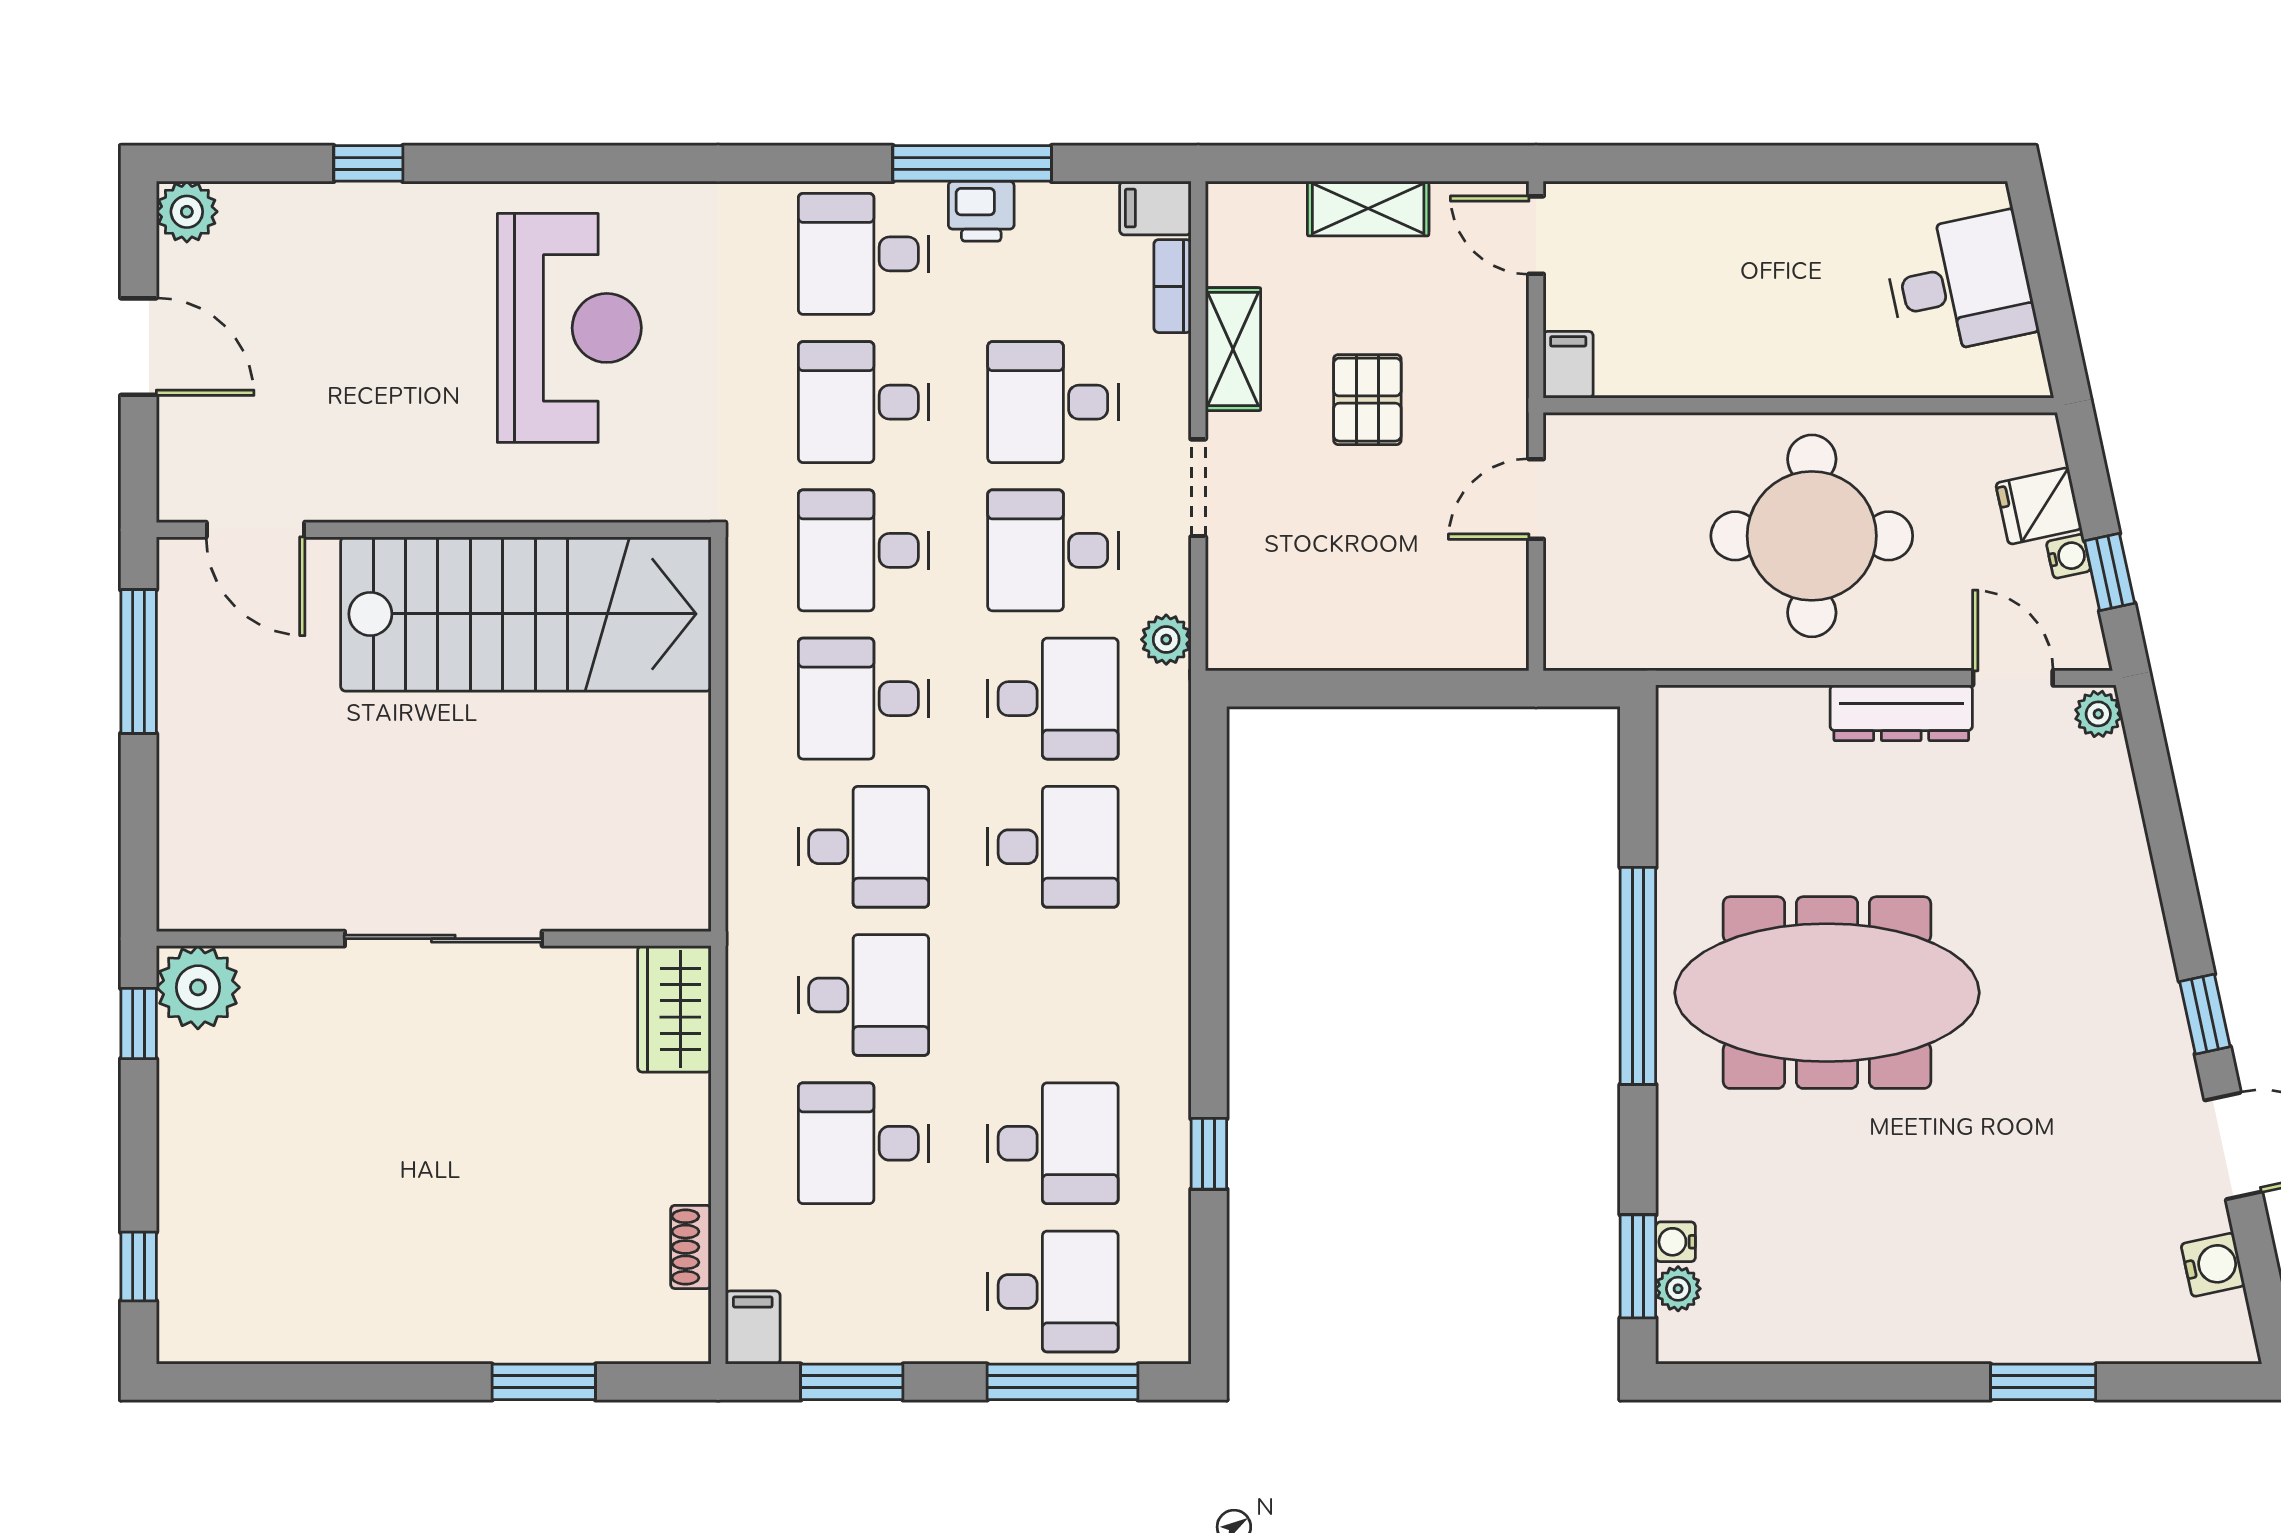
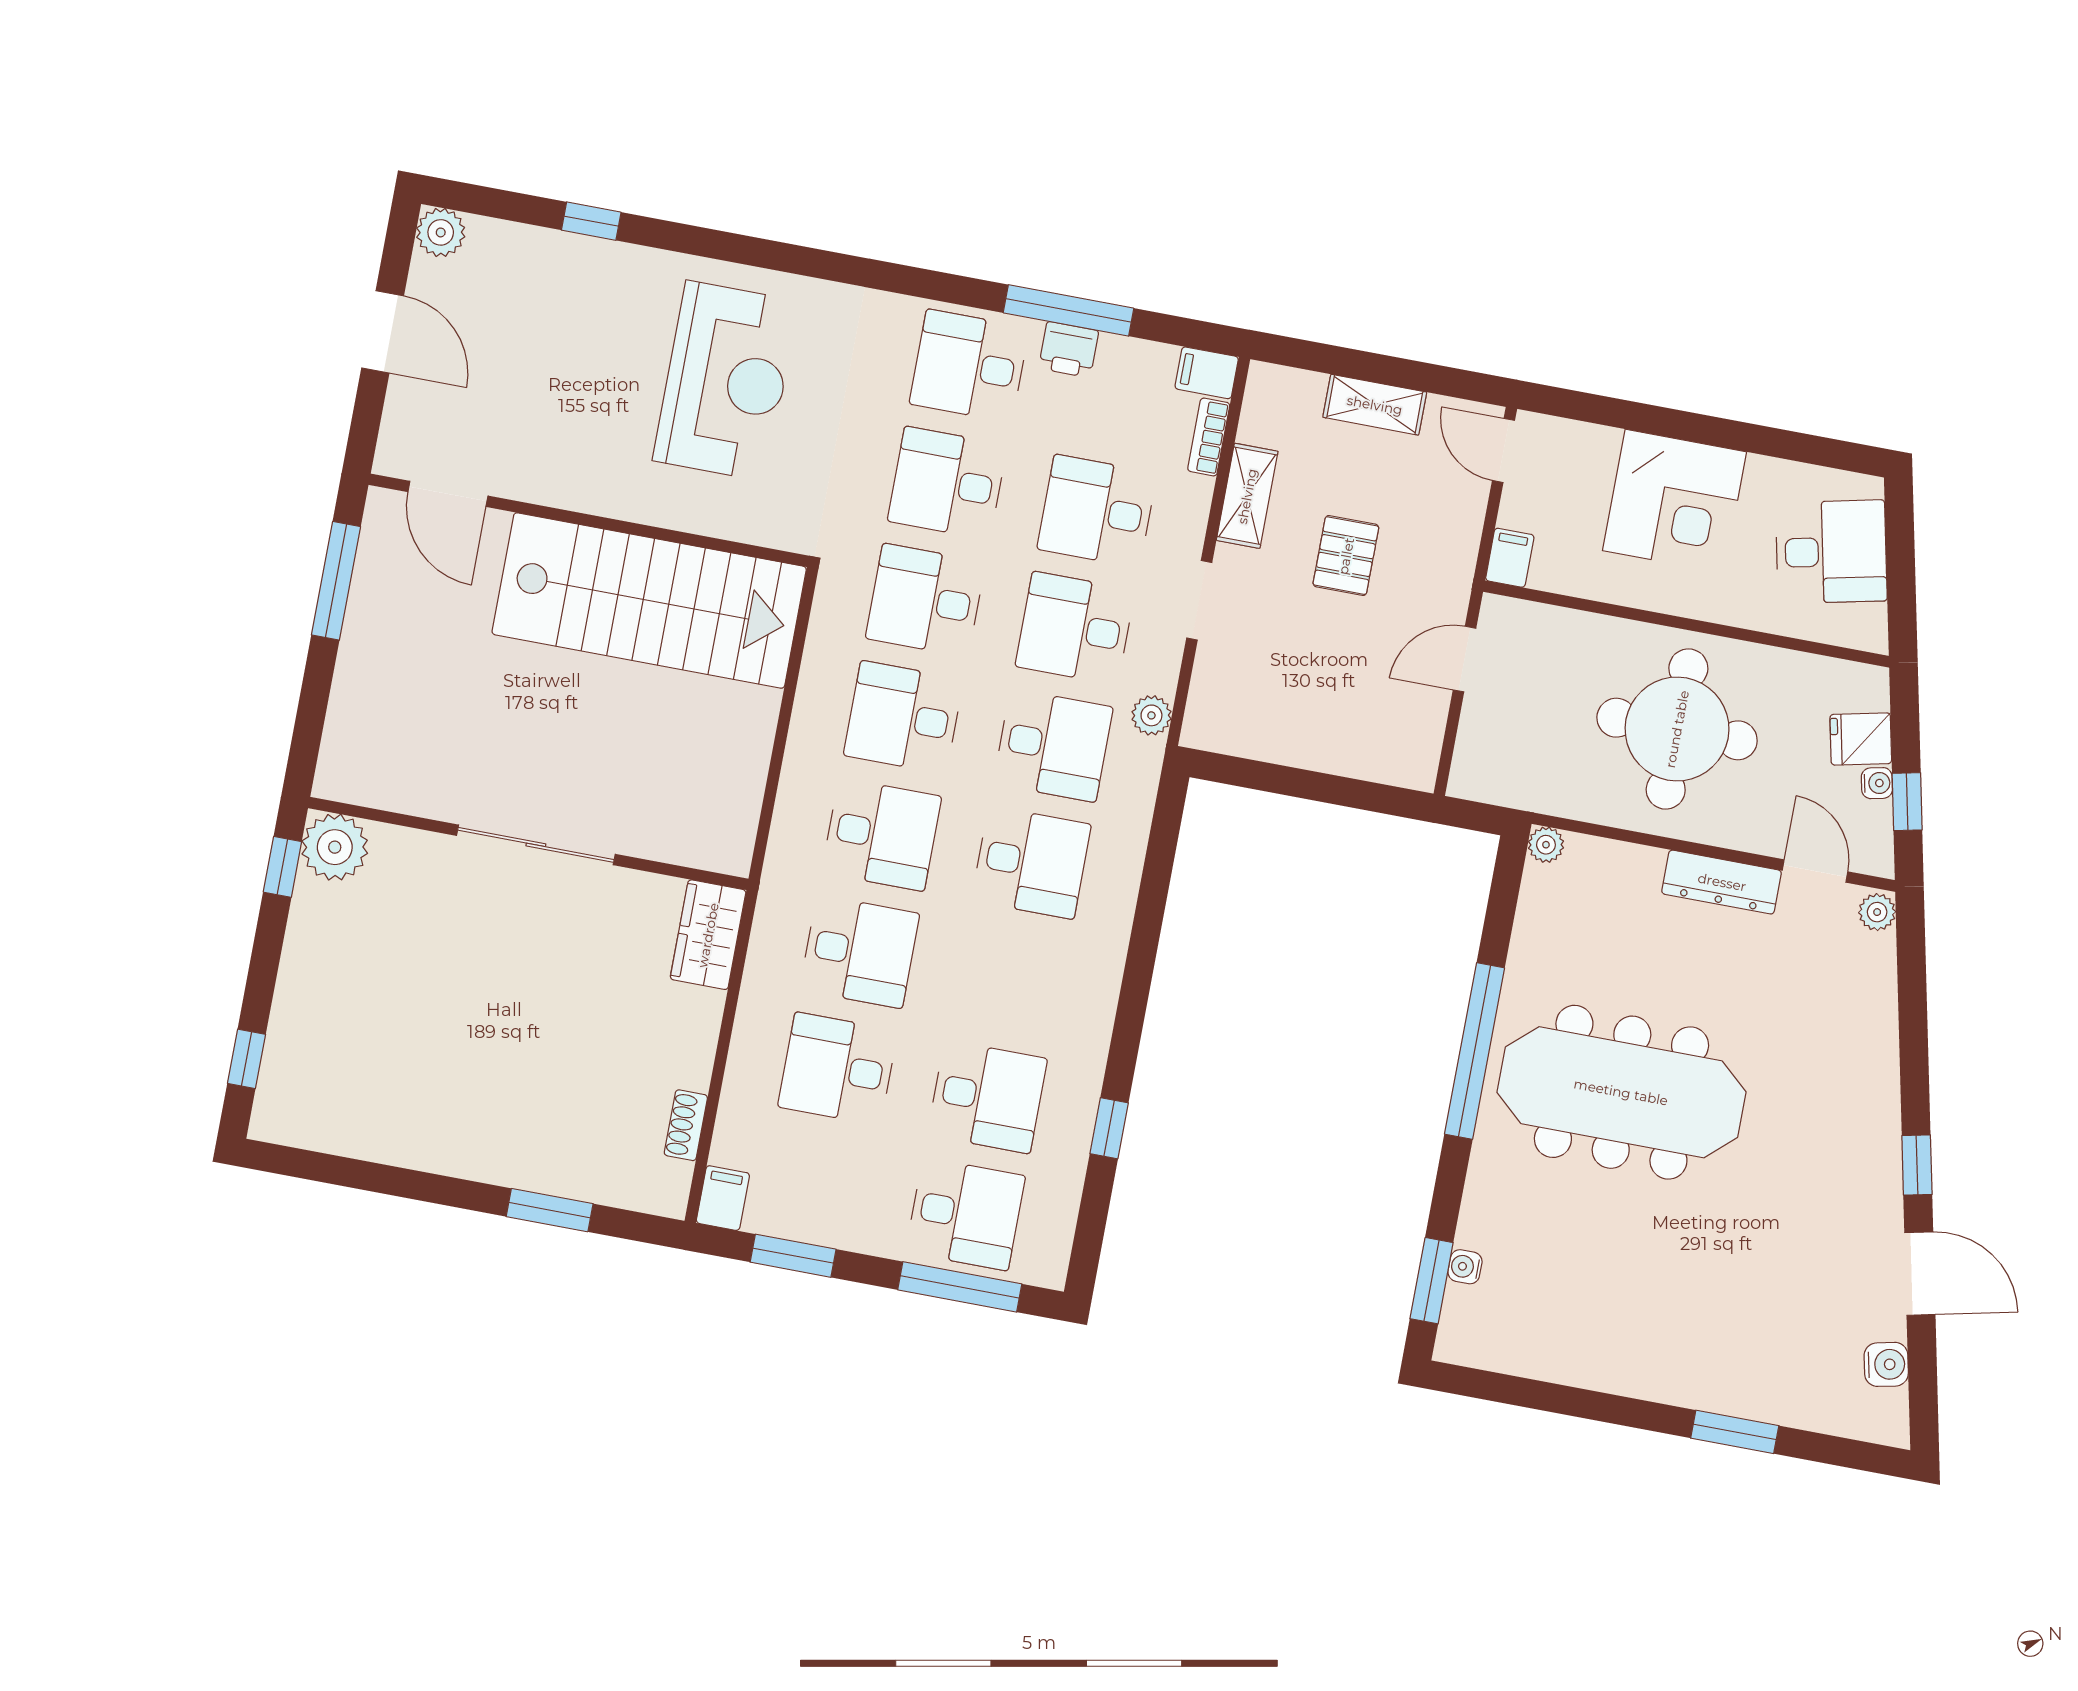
corner desk: (1757, 258) -> (1675, 501), added
plant: (1678, 1289) -> (1546, 845), moved

